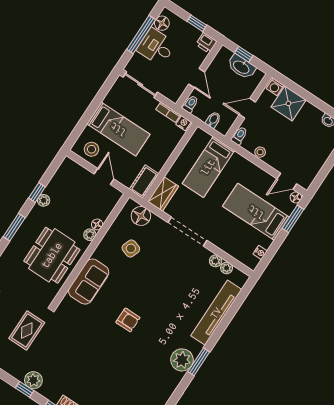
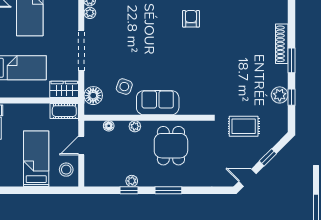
floor lamp: (97, 224) -> (109, 126), moved
dining table: (52, 255) -> (171, 146), width x0.73
sofa: (89, 282) -> (158, 103), moved
armchair: (128, 320) -> (191, 19), moved

